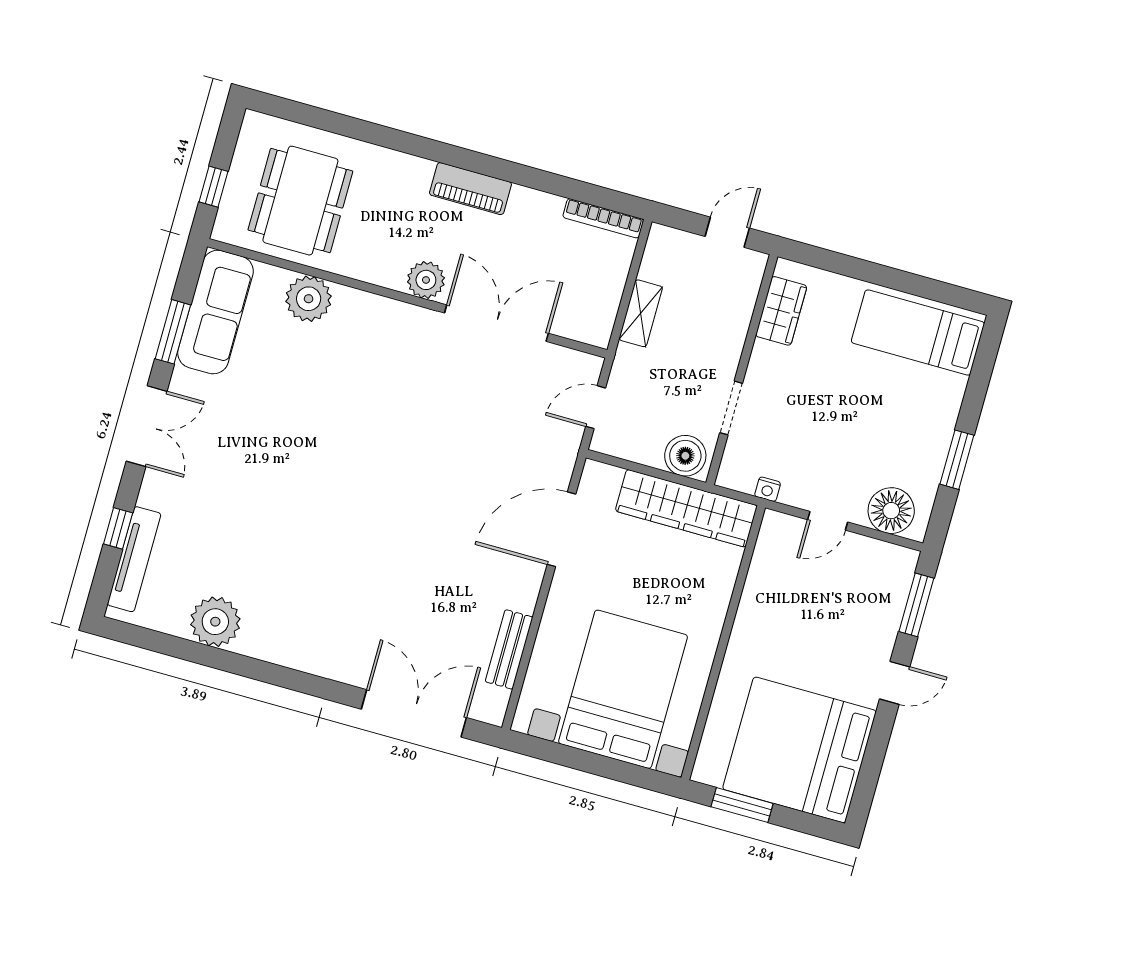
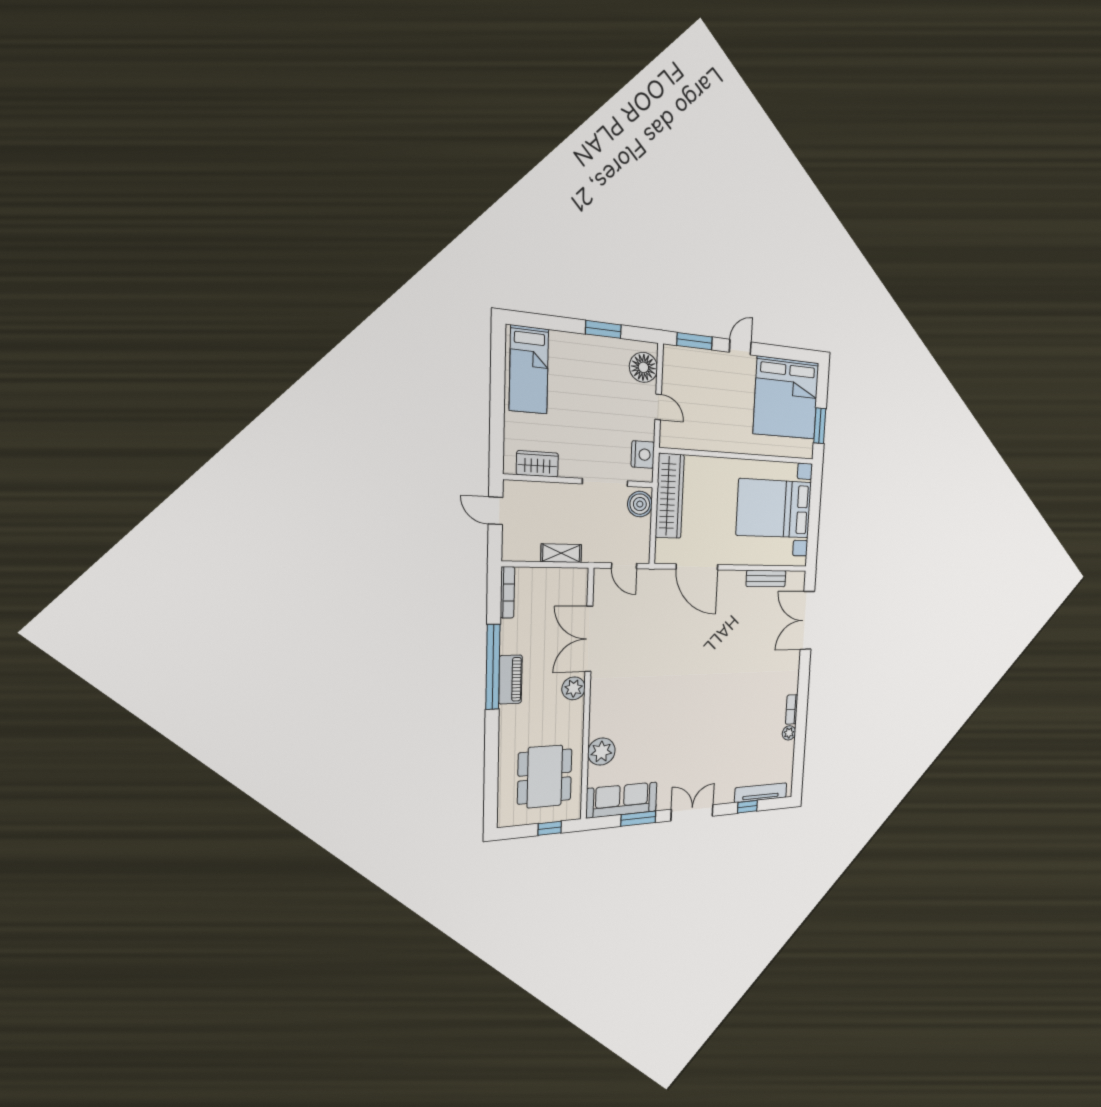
window: (498, 168) -> (493, 667), added
dining table: (300, 201) -> (545, 777), turned 90
doorway: (731, 408) -> (605, 482), width x1.38
nightstand: (768, 489) -> (643, 455), width x1.89, depth x1.79
plant: (215, 622) -> (789, 733), width x0.53, depth x0.53
bookcase: (264, 650) -> (792, 709), added
door: (895, 683) -> (740, 347), hinge flipped

